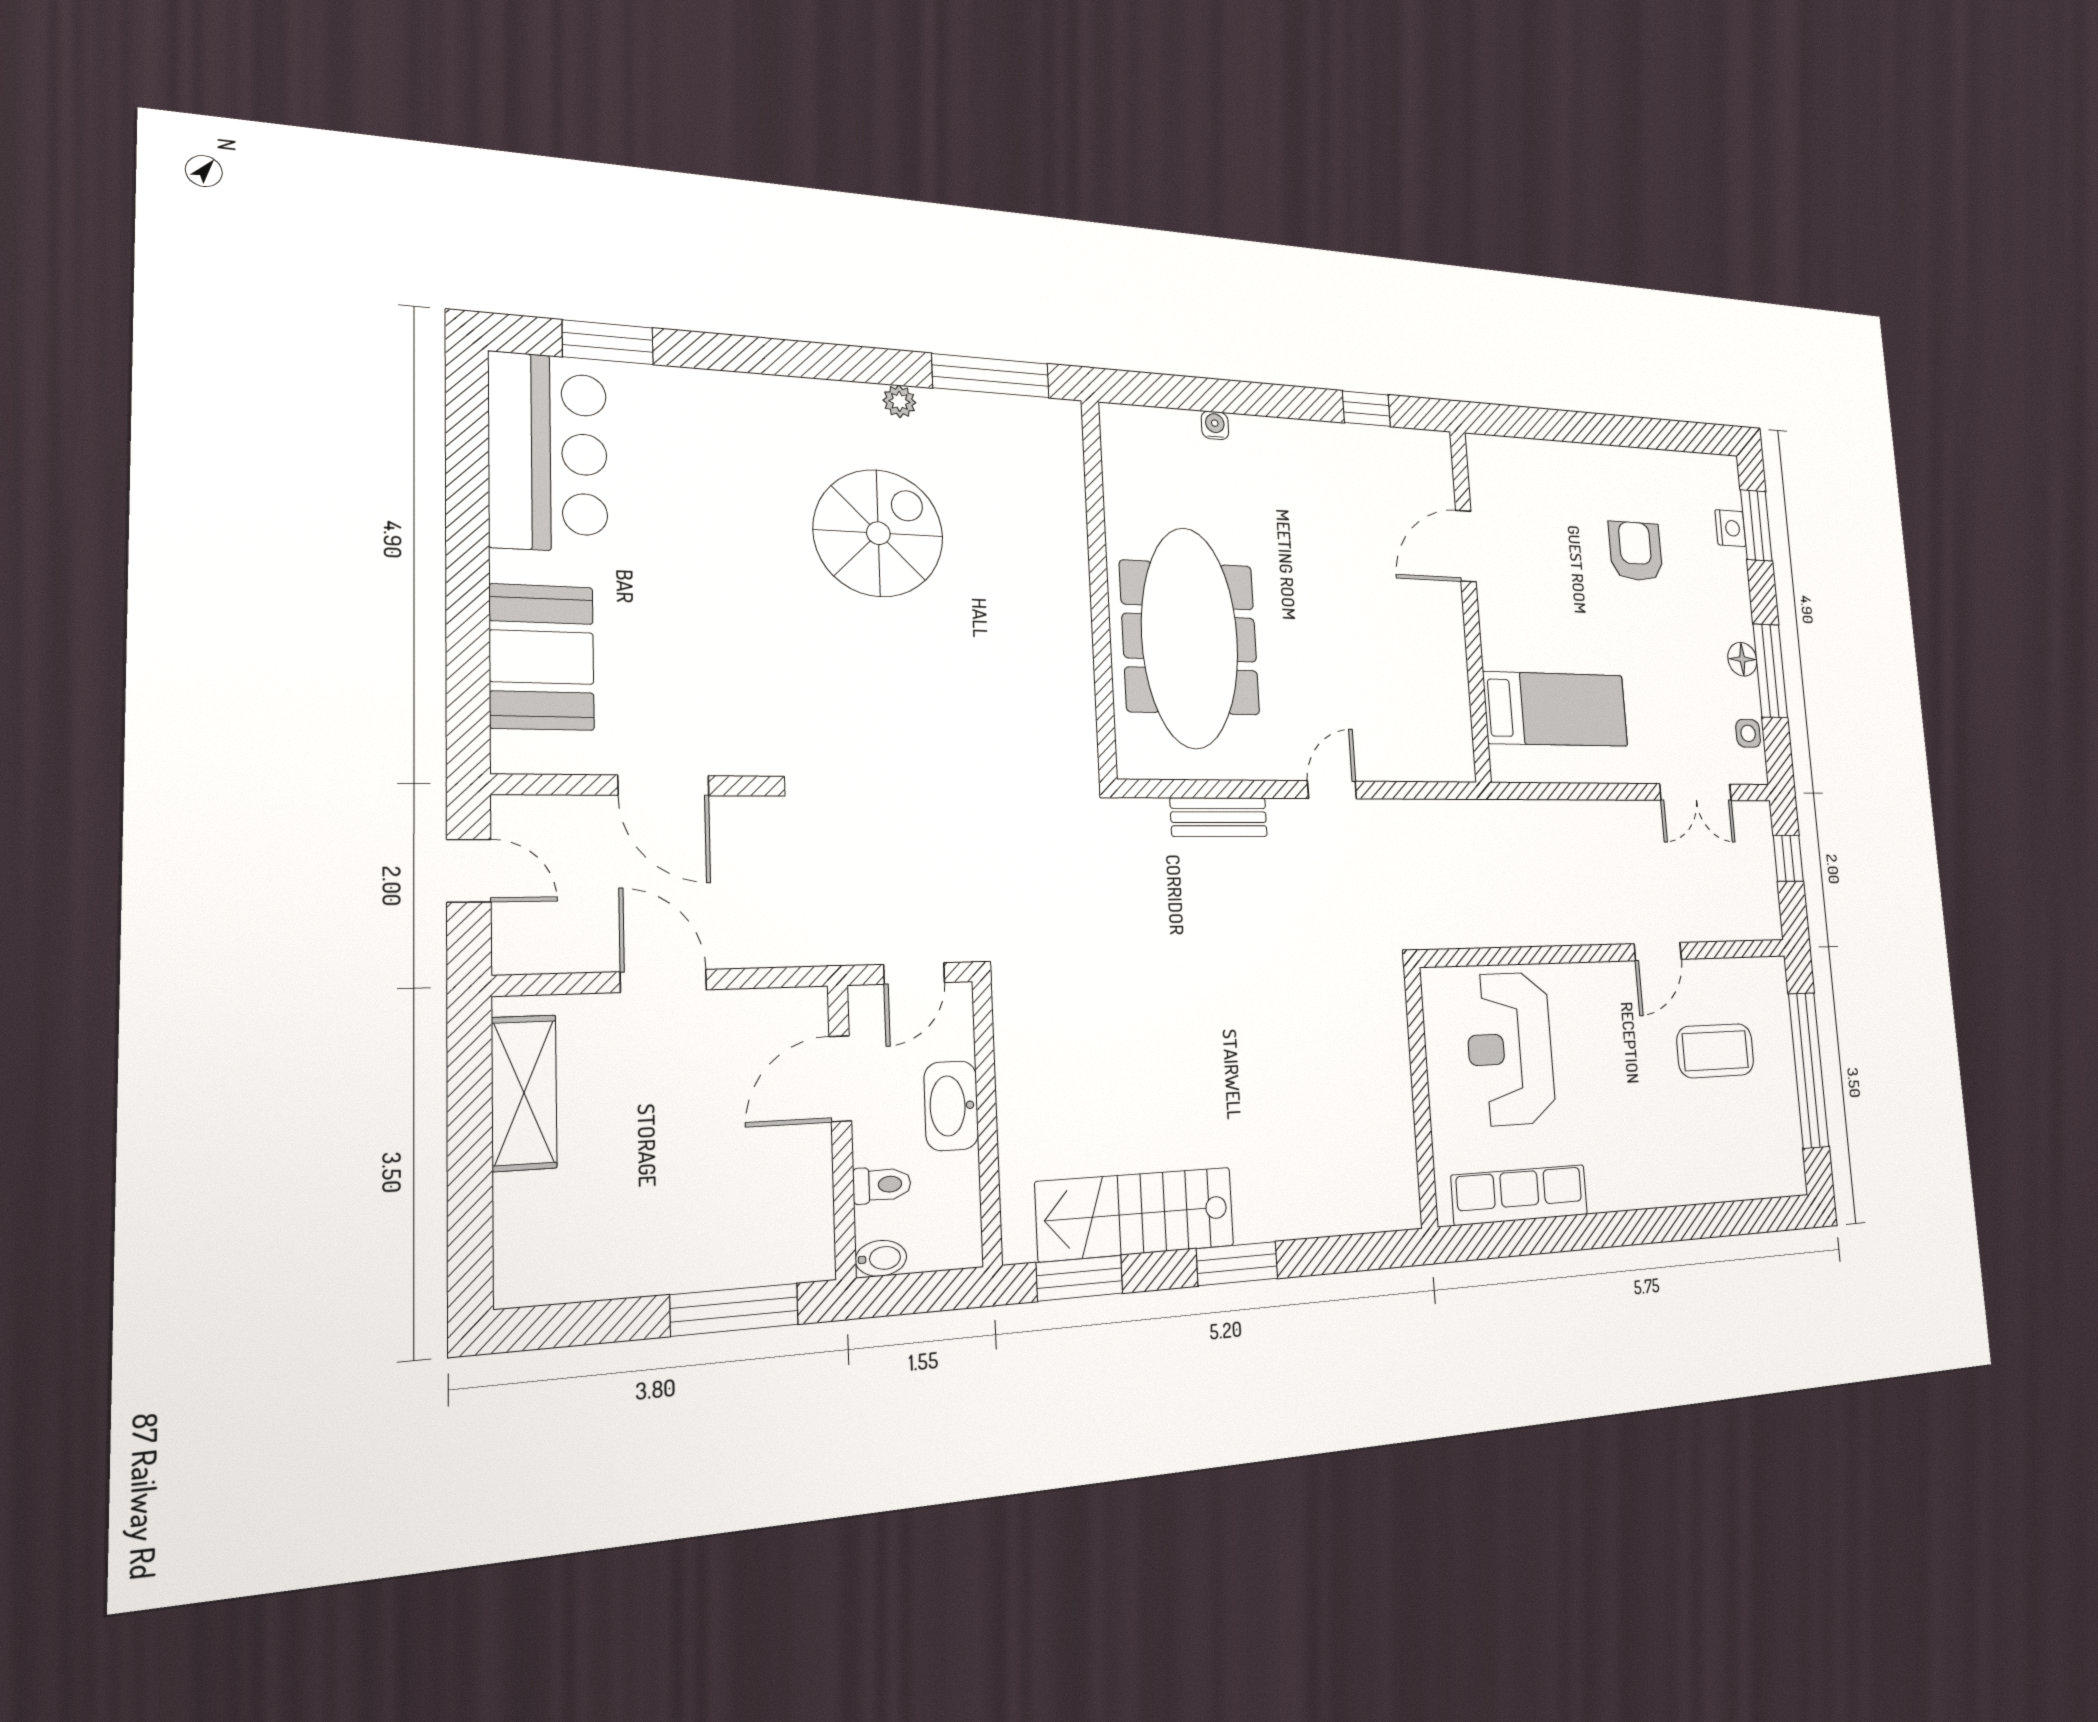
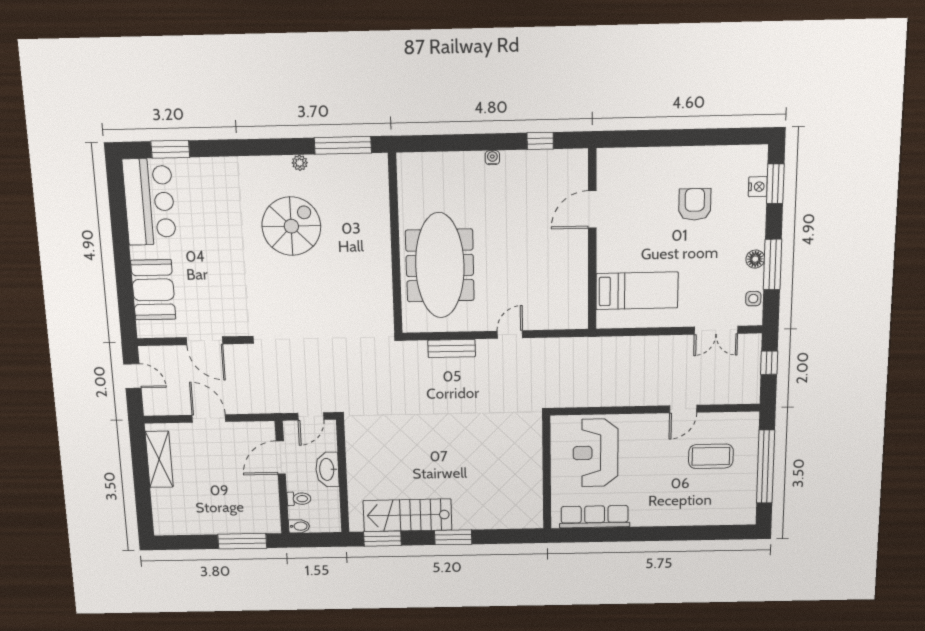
water cooler: (1215, 425) -> (492, 158), moved

